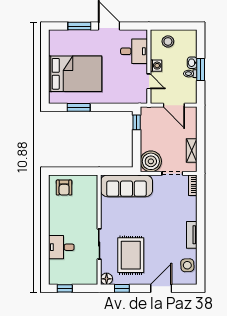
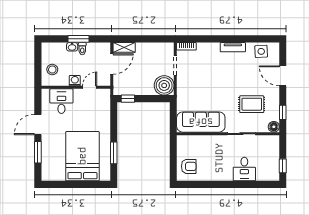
shelving: (192, 150) -> (124, 47), moved
sofa: (127, 186) -> (201, 122), moved, turned -90
rug: (131, 255) -> (252, 104), width x0.73, depth x0.70

